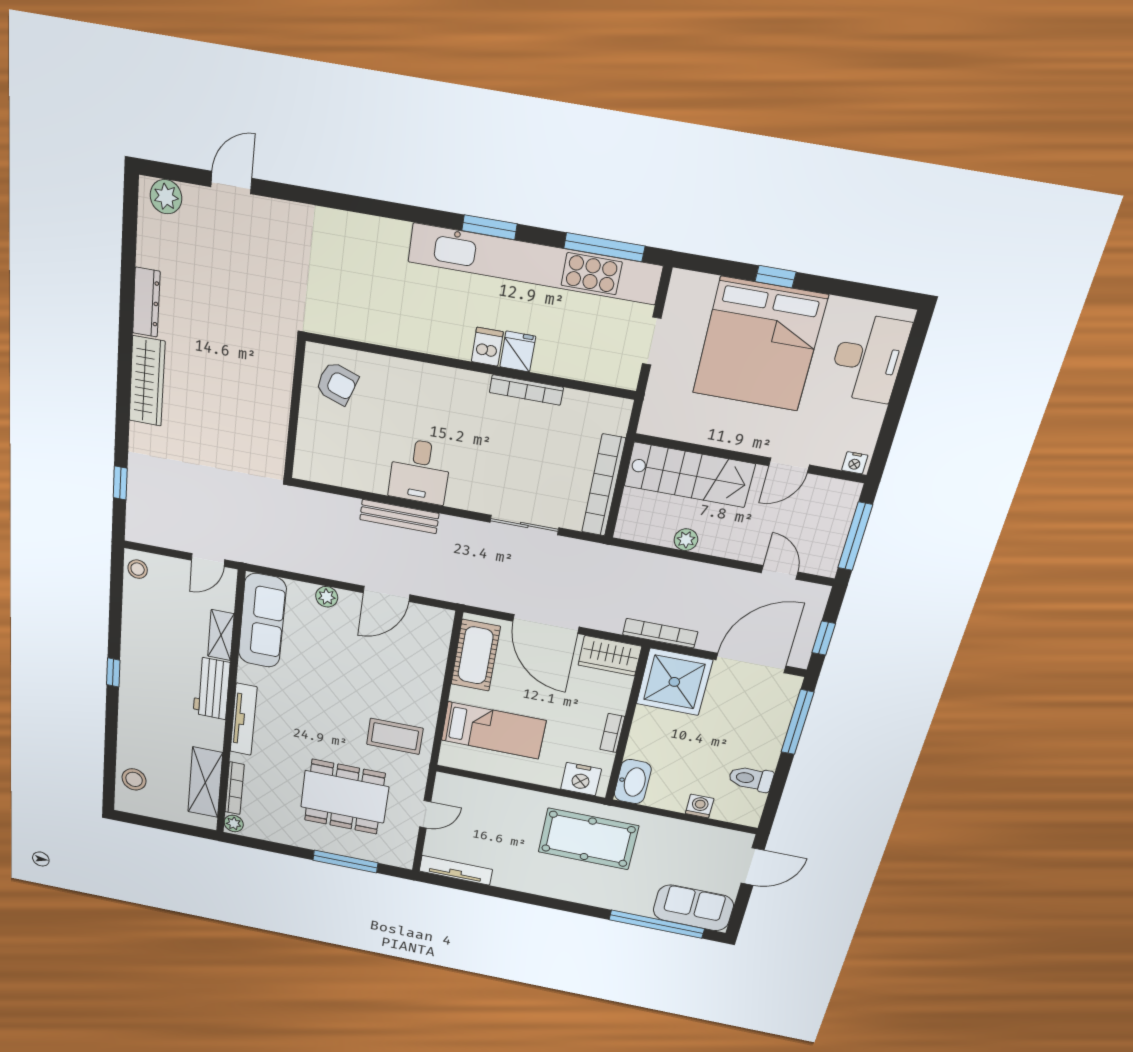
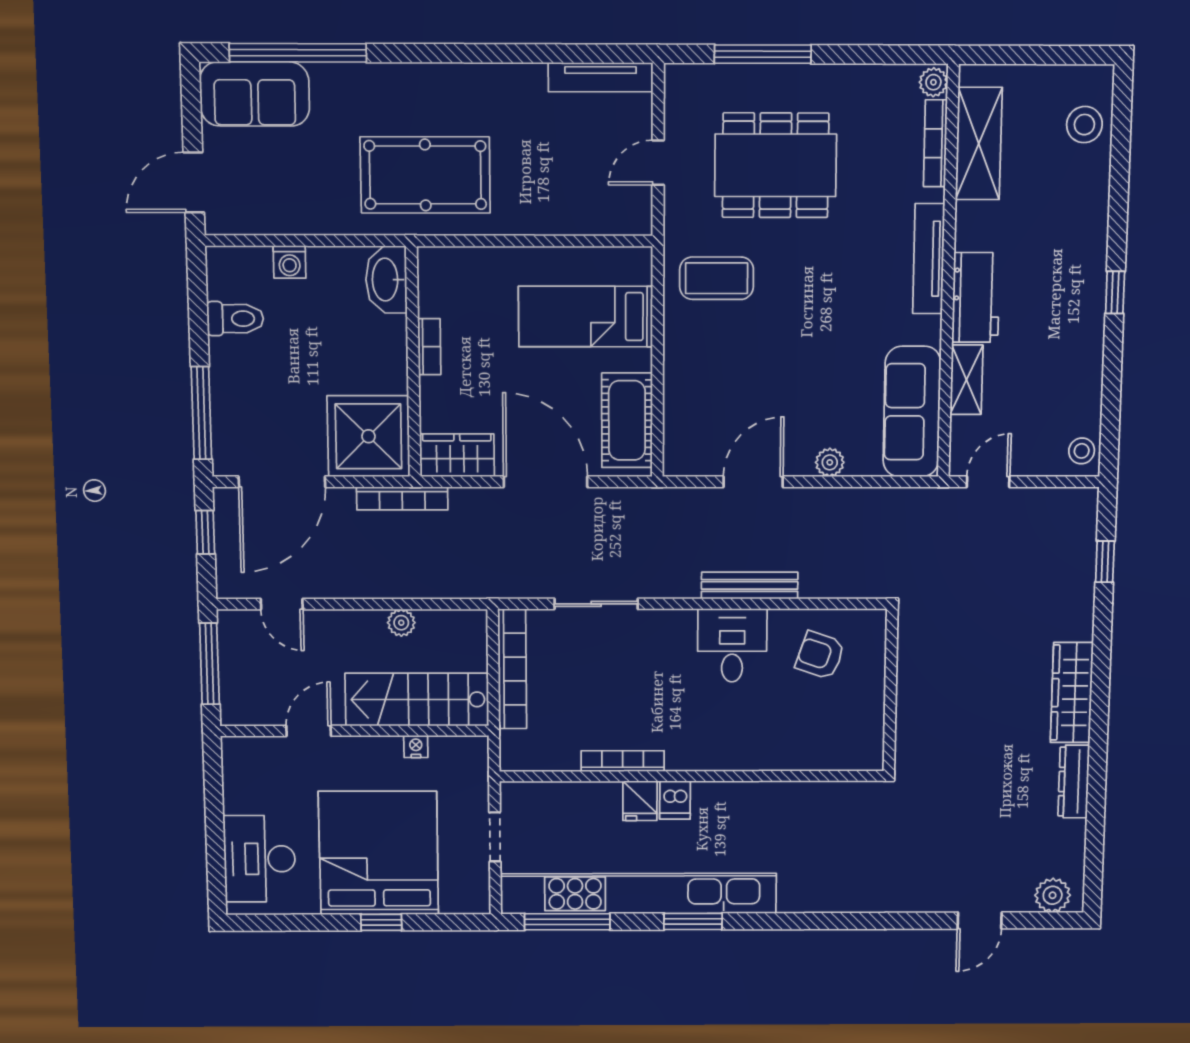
armchair: (337, 383) -> (820, 655), moved
nightstand: (855, 463) -> (416, 747), moved
nightstand: (581, 779) -> (455, 268), removed

